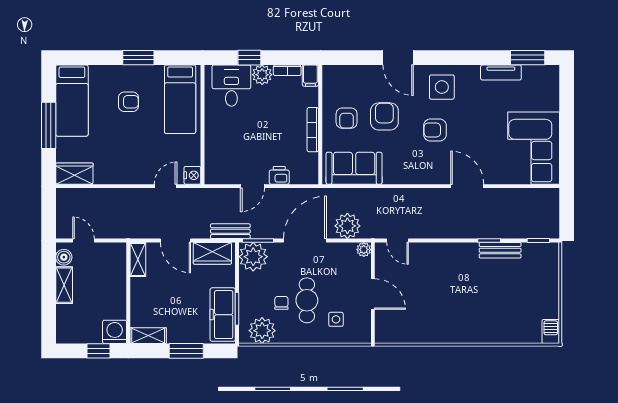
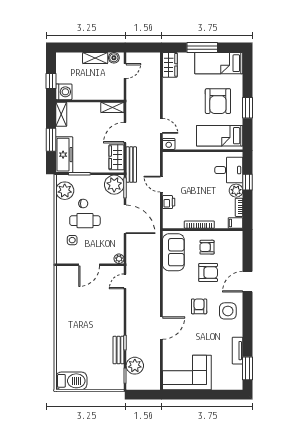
armchair: (129, 102) -> (218, 101), width x1.88, depth x1.88
plant: (347, 226) -> (135, 366), moved
bench: (230, 231) -> (131, 165), width x1.36
freezer: (223, 315) -> (64, 155), moved, turned 90
barbecue: (551, 332) -> (71, 381), width x1.88, depth x1.53

